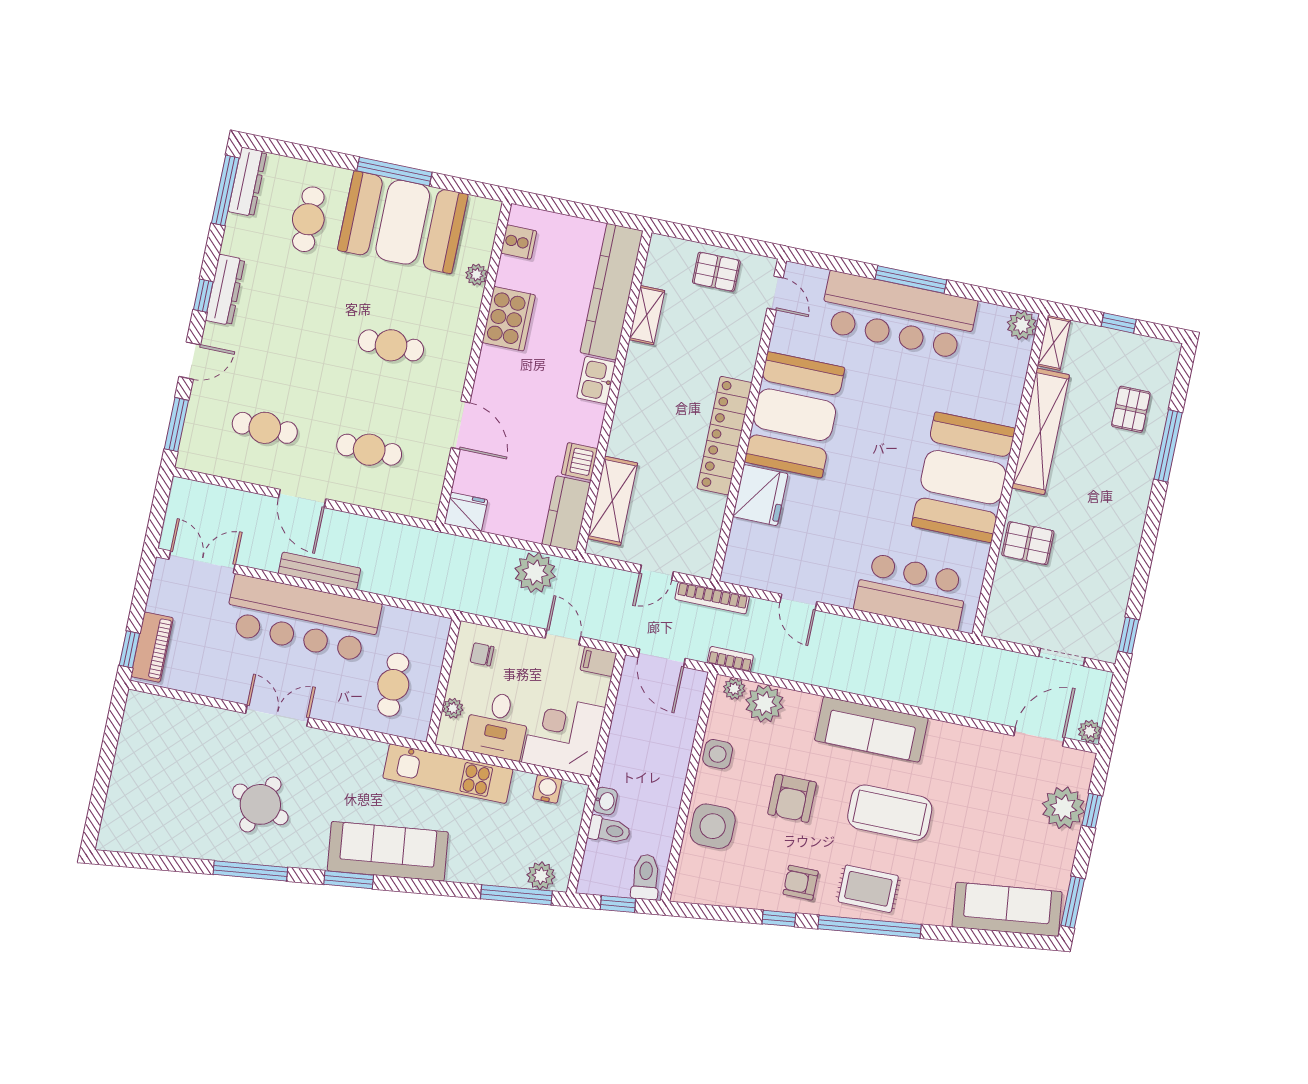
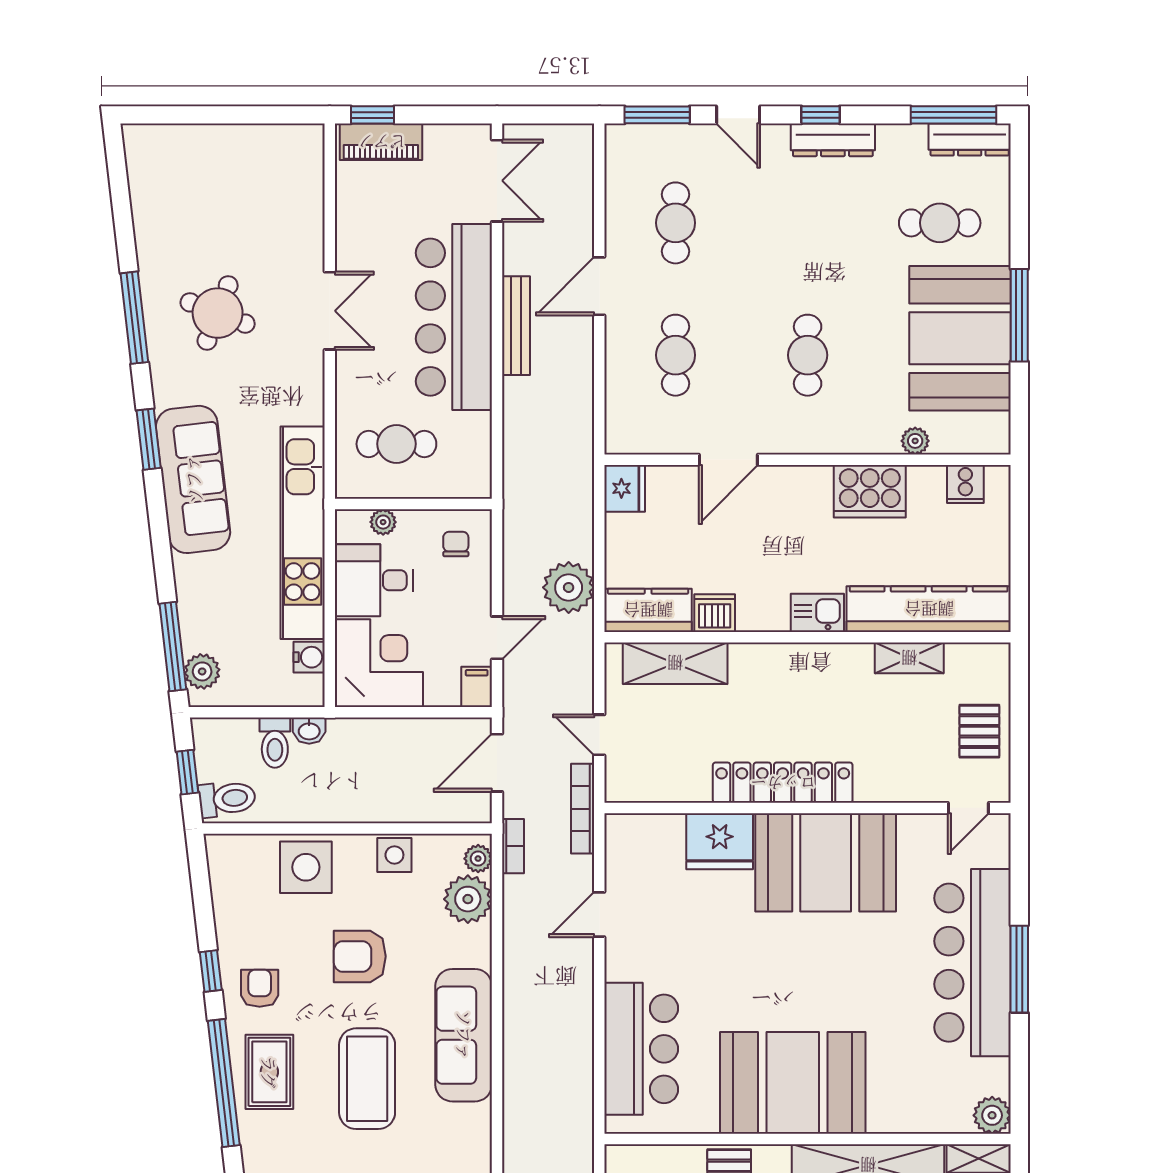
kitchen unit: (448, 774) -> (303, 533), width x1.36

